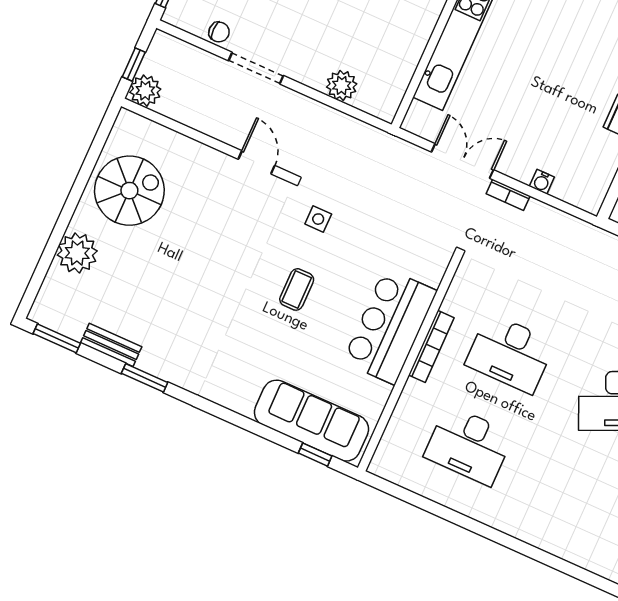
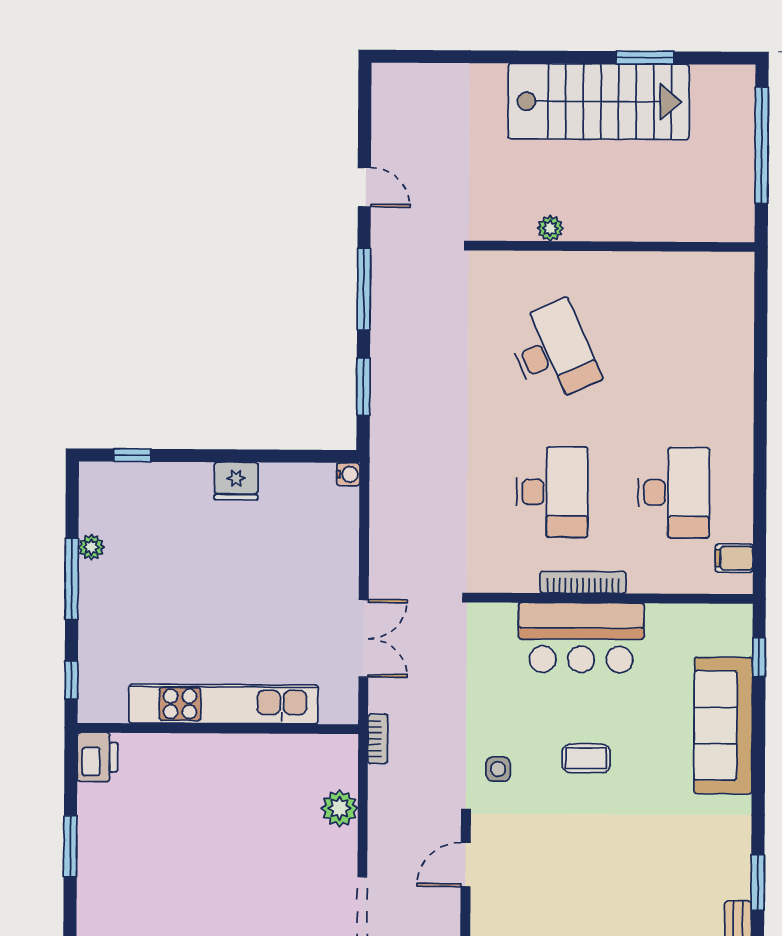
double door: (462, 161) -> (364, 638), swing flipped
water cooler: (542, 182) -> (348, 474), moved
bookcase: (508, 195) -> (378, 739), moved
sofa: (311, 421) -> (723, 726), moved
filing cabinet: (399, 469) -> (734, 558), added

